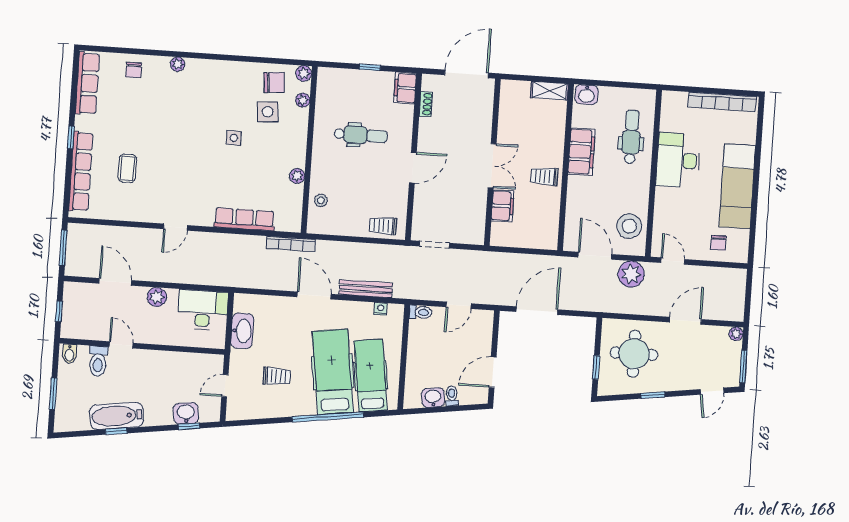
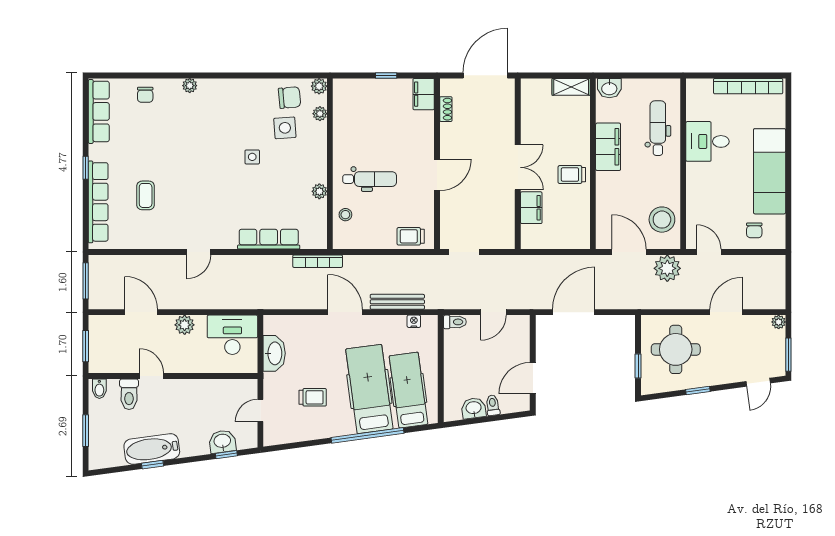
dental chair: (361, 135) -> (370, 179), moved
desk: (678, 160) -> (707, 141), width x0.73
window: (59, 311) -> (86, 346), width x1.50

